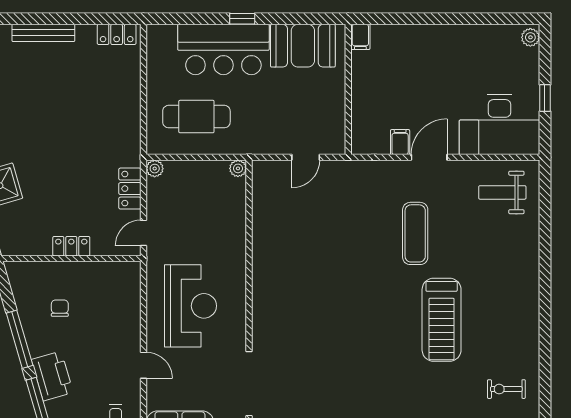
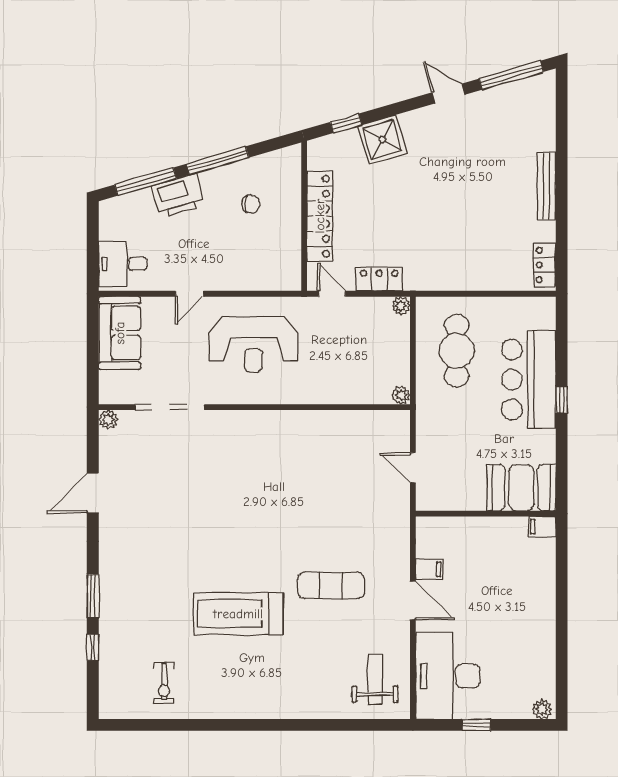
booth: (303, 46) -> (521, 488), moved, turned 90
locker: (71, 246) -> (320, 216), width x2.16, depth x1.21
exercise bike: (506, 389) -> (164, 683), turned 180

